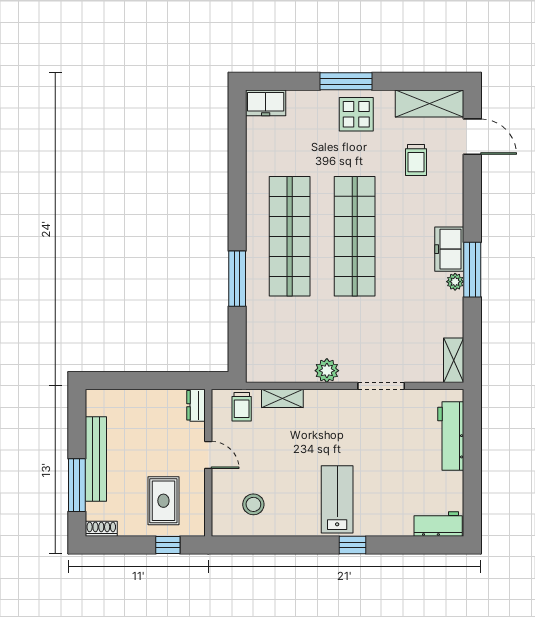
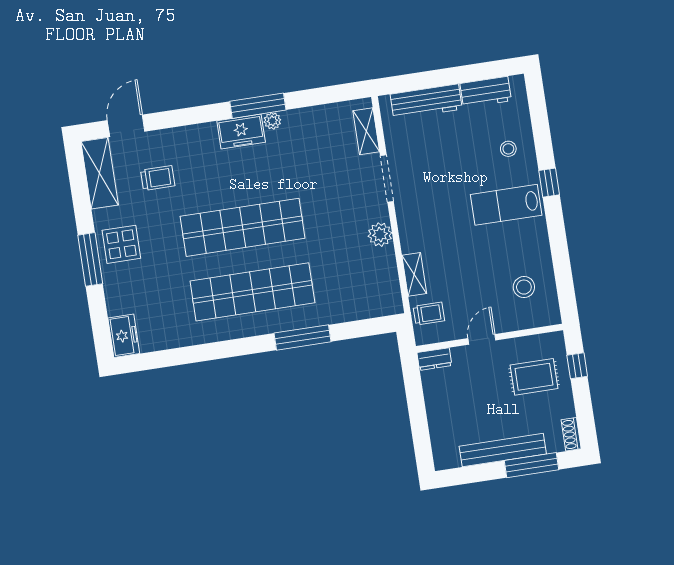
shelving: (454, 360) -> (366, 131), moved, turned 90
stool: (392, 510) -> (508, 149), added
workbench: (438, 524) -> (486, 92), moved, turned -90

